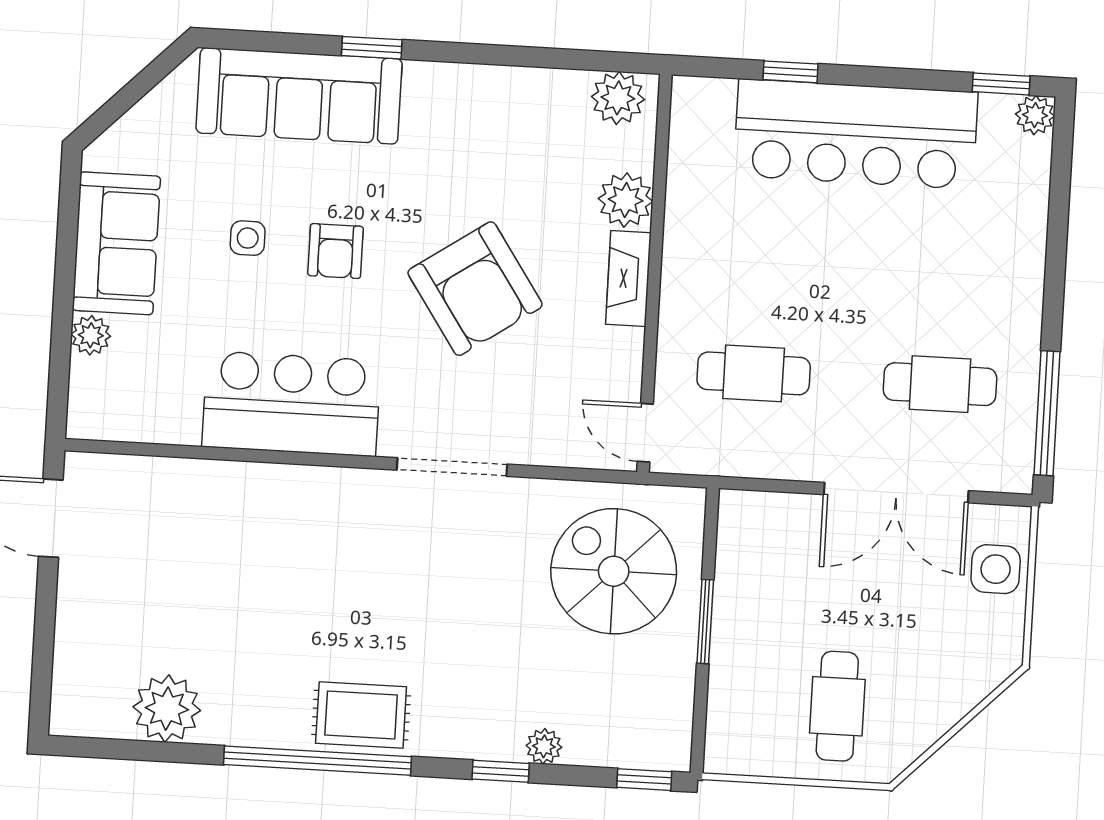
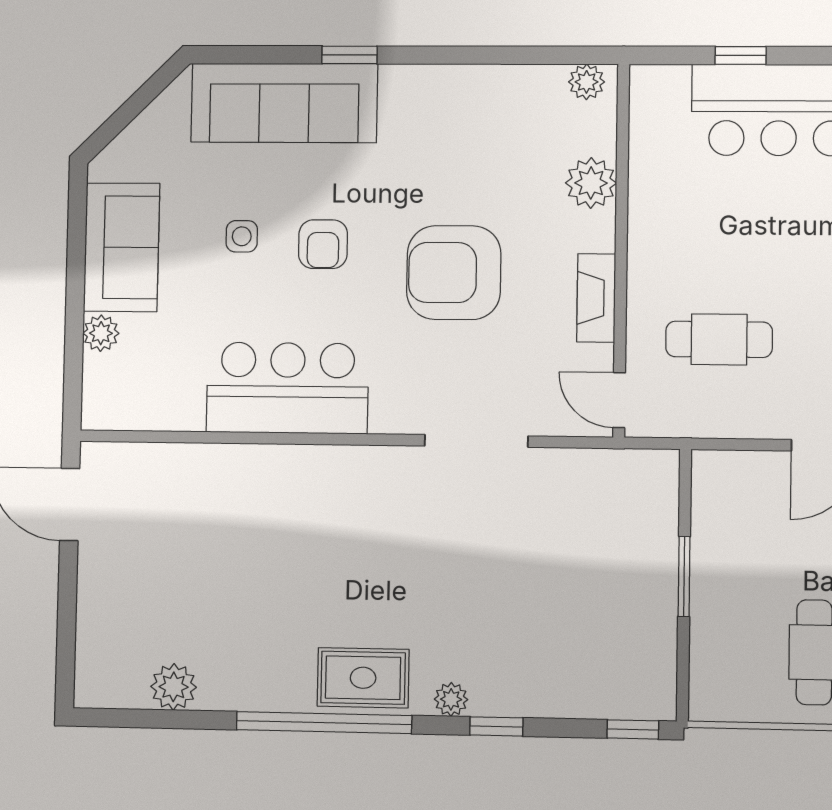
plant: (618, 98) -> (587, 82), width x0.73, depth x0.73
fireplace: (628, 279) -> (596, 298), moved
armchair: (475, 289) -> (454, 273), turned 124
doorway: (452, 467) -> (476, 441), moved
spiral stairs: (614, 571) -> (595, 532), removed
plant: (167, 709) -> (174, 687), width x0.73, depth x0.73
plant: (544, 746) -> (451, 699), moved

